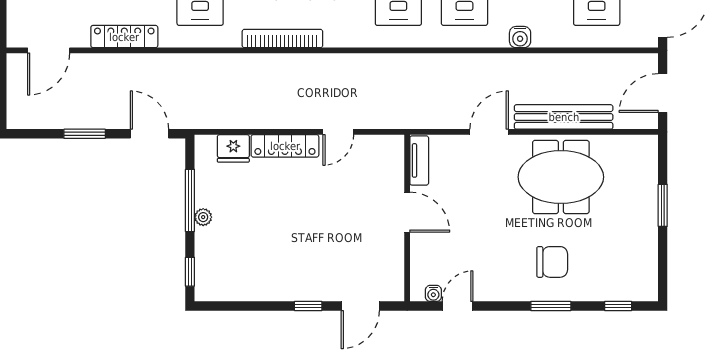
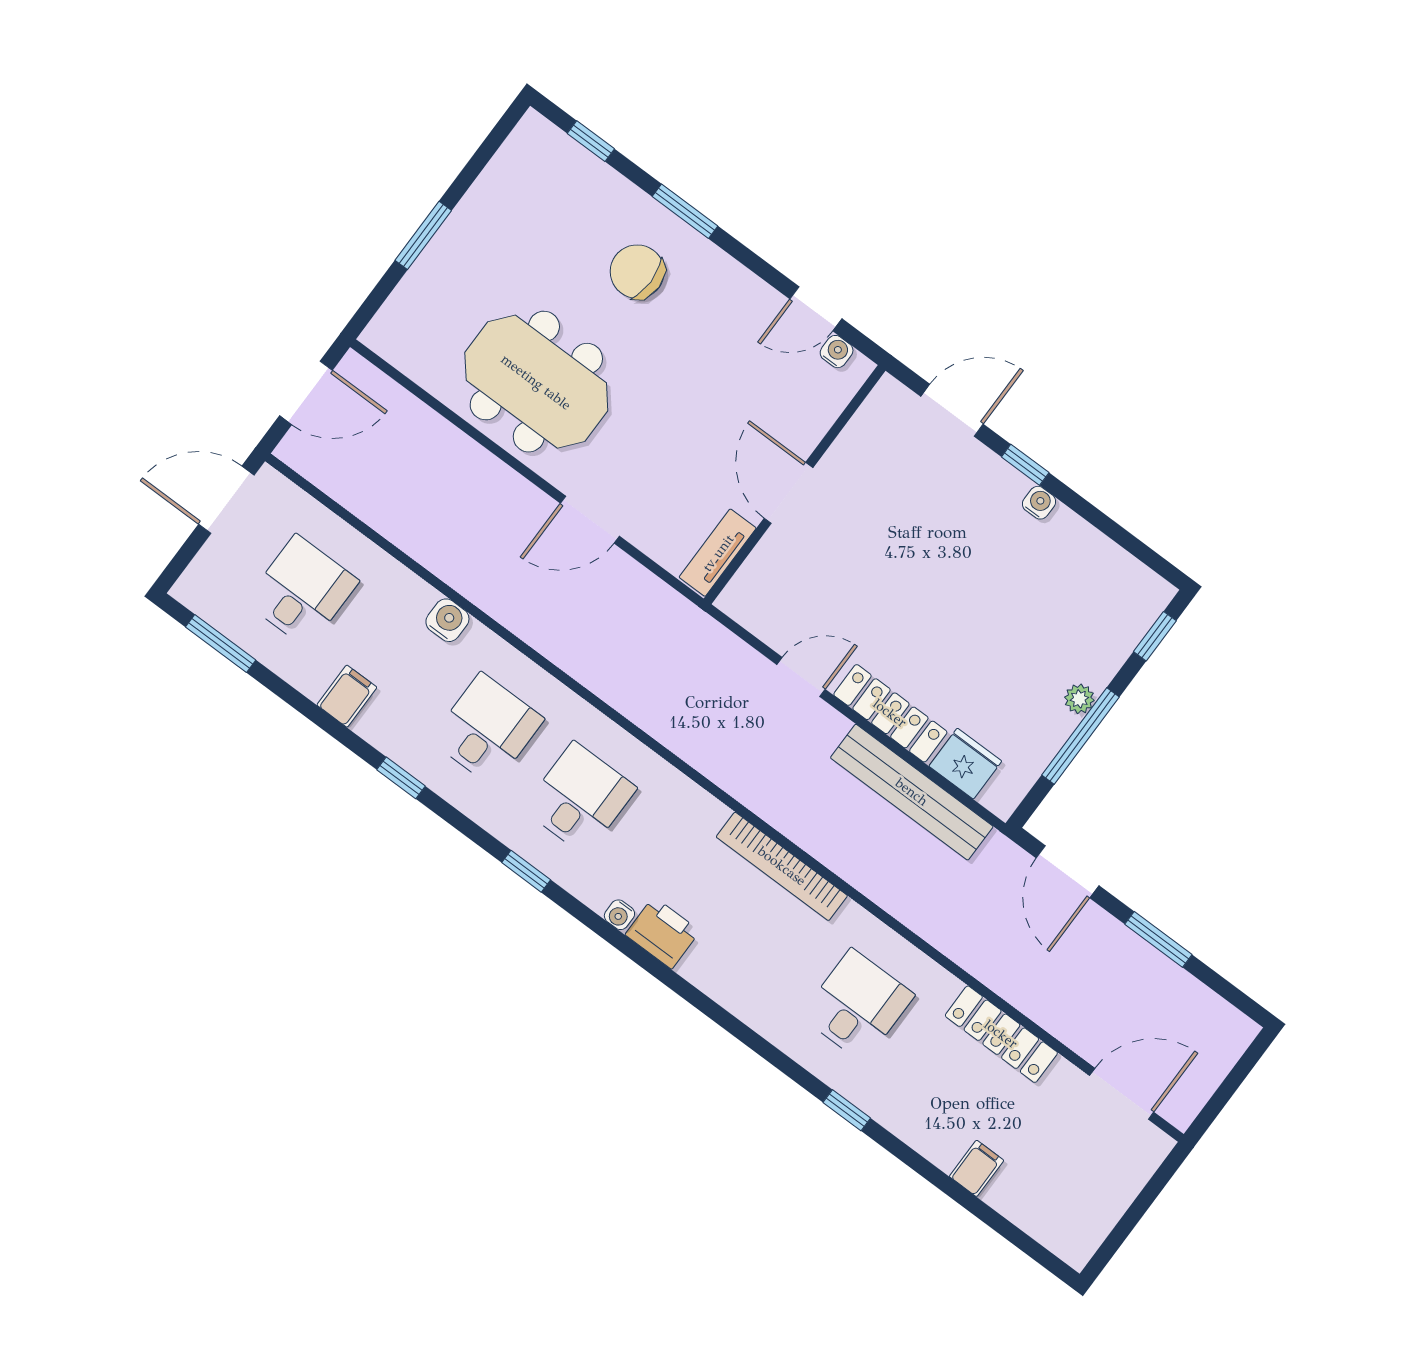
bench: (564, 117) -> (912, 792), moved
water cooler: (289, 293) -> (1039, 503), added

